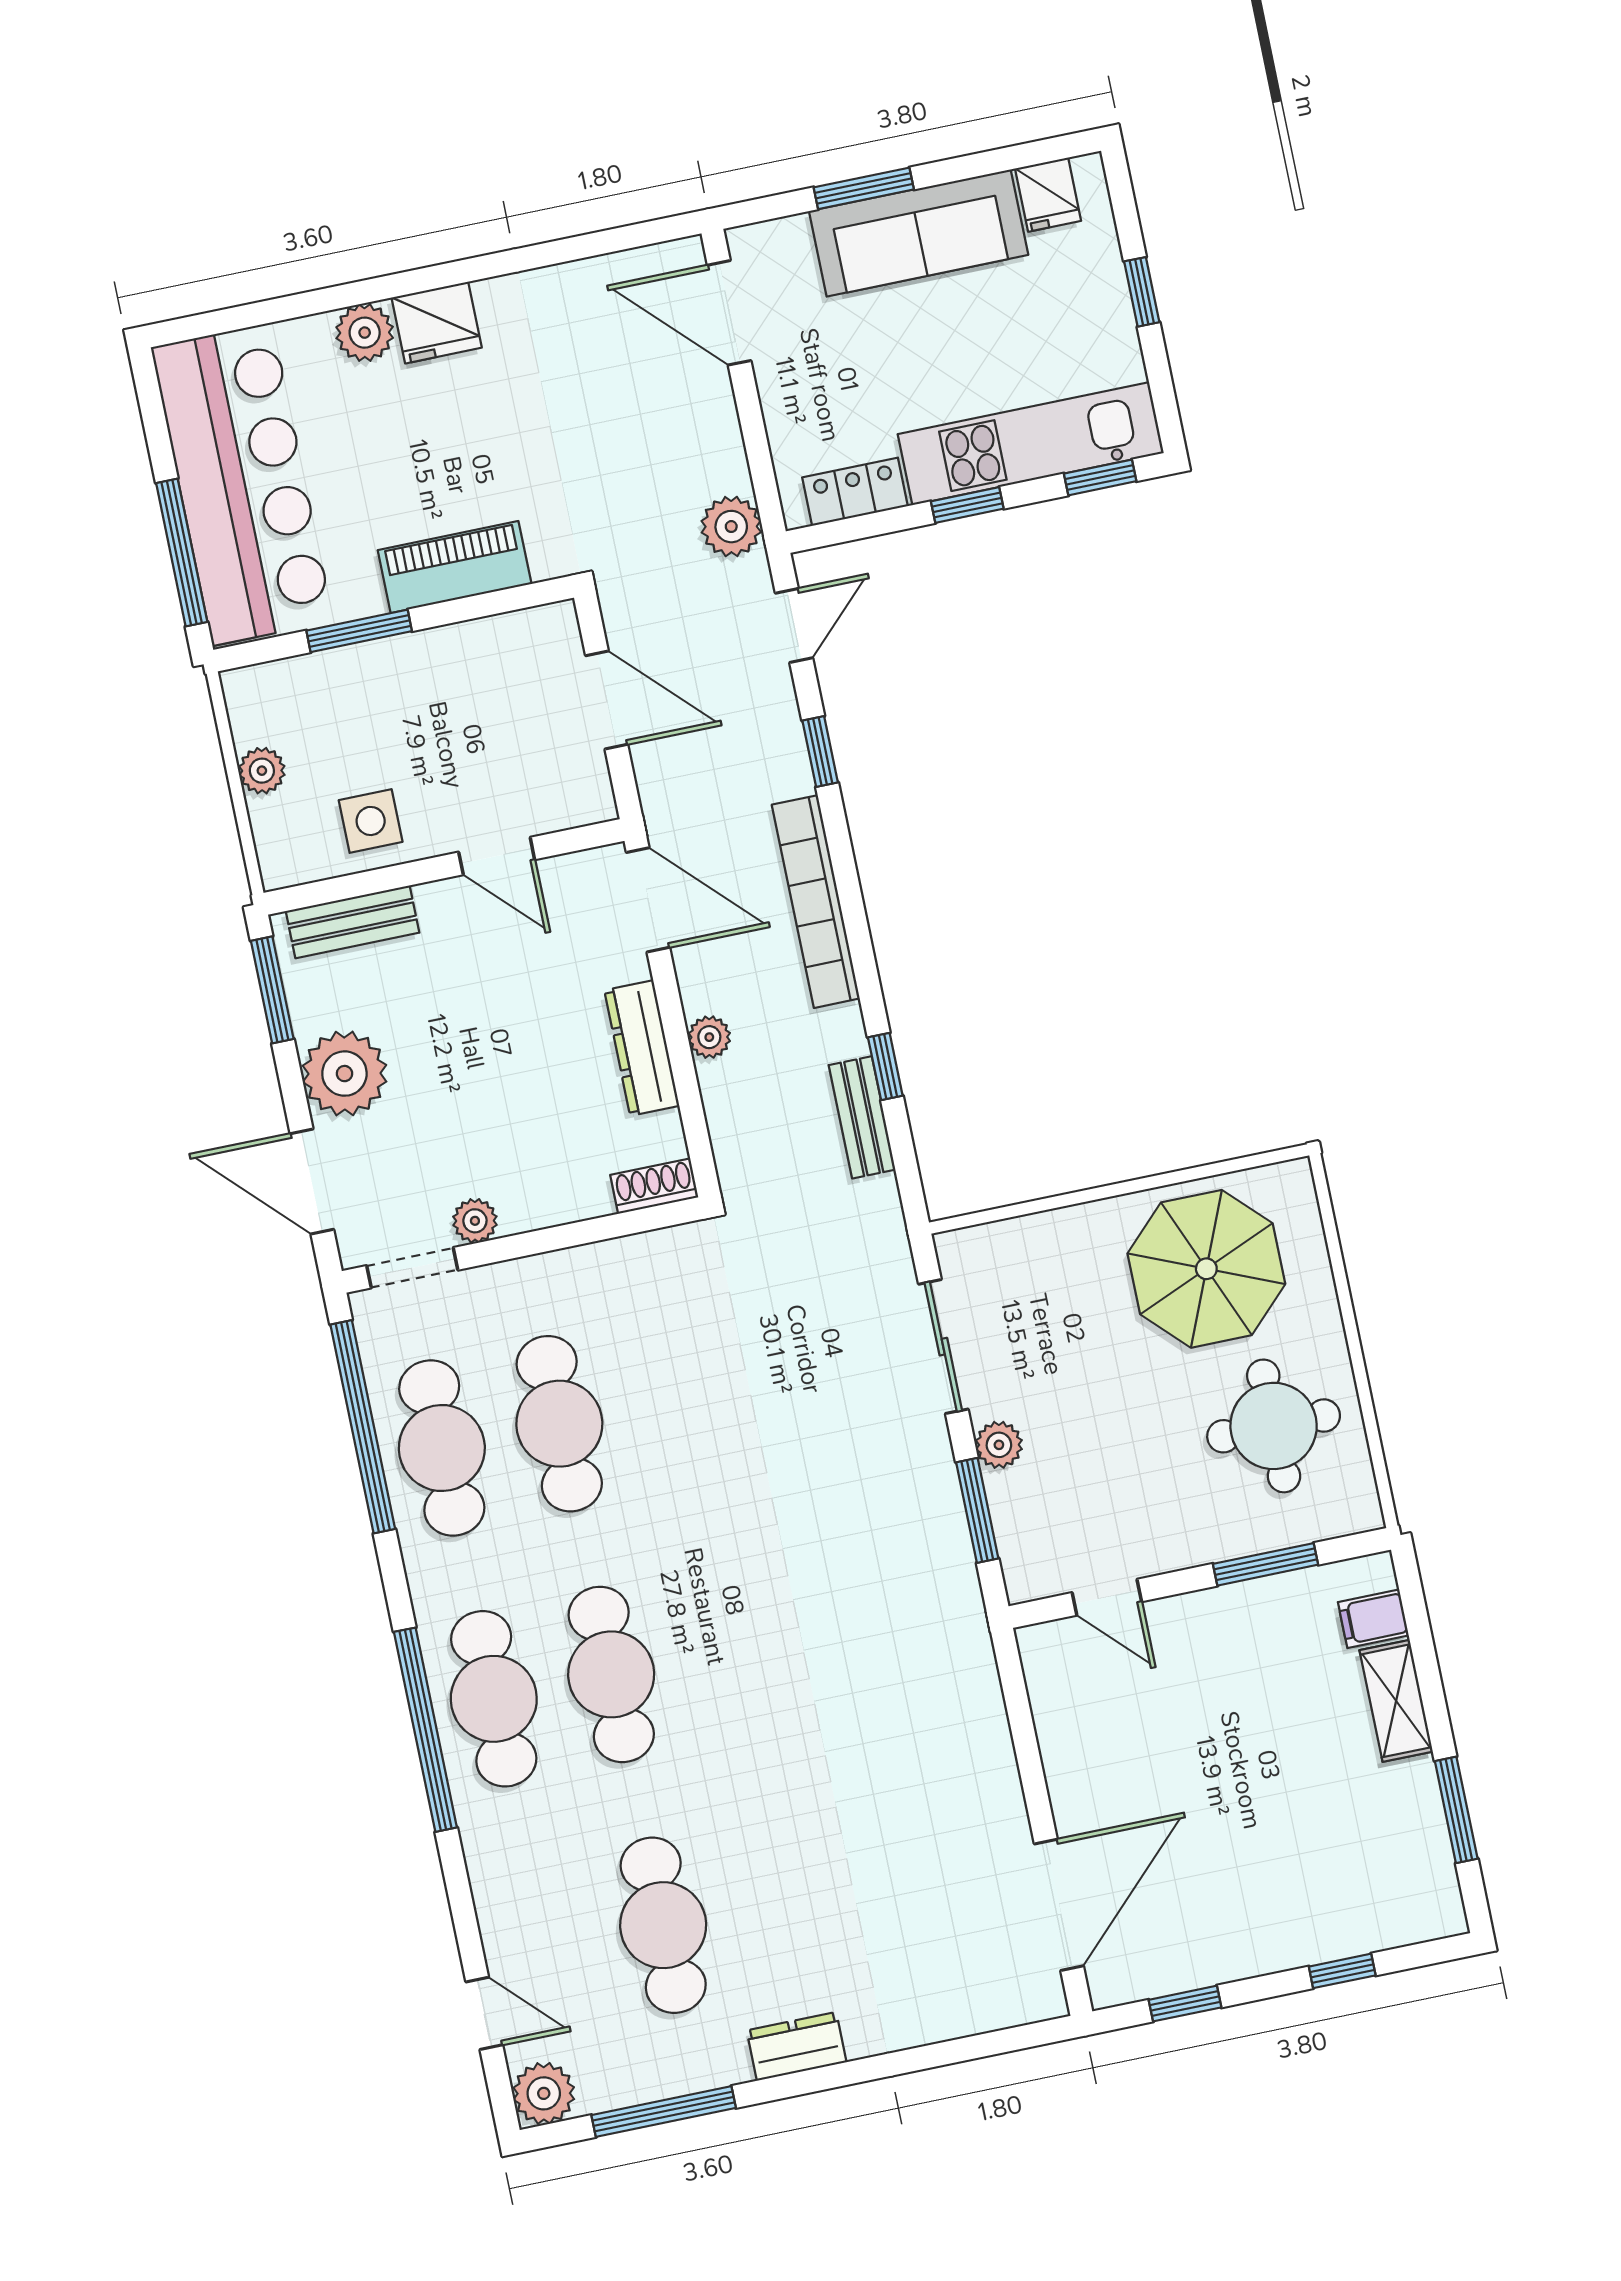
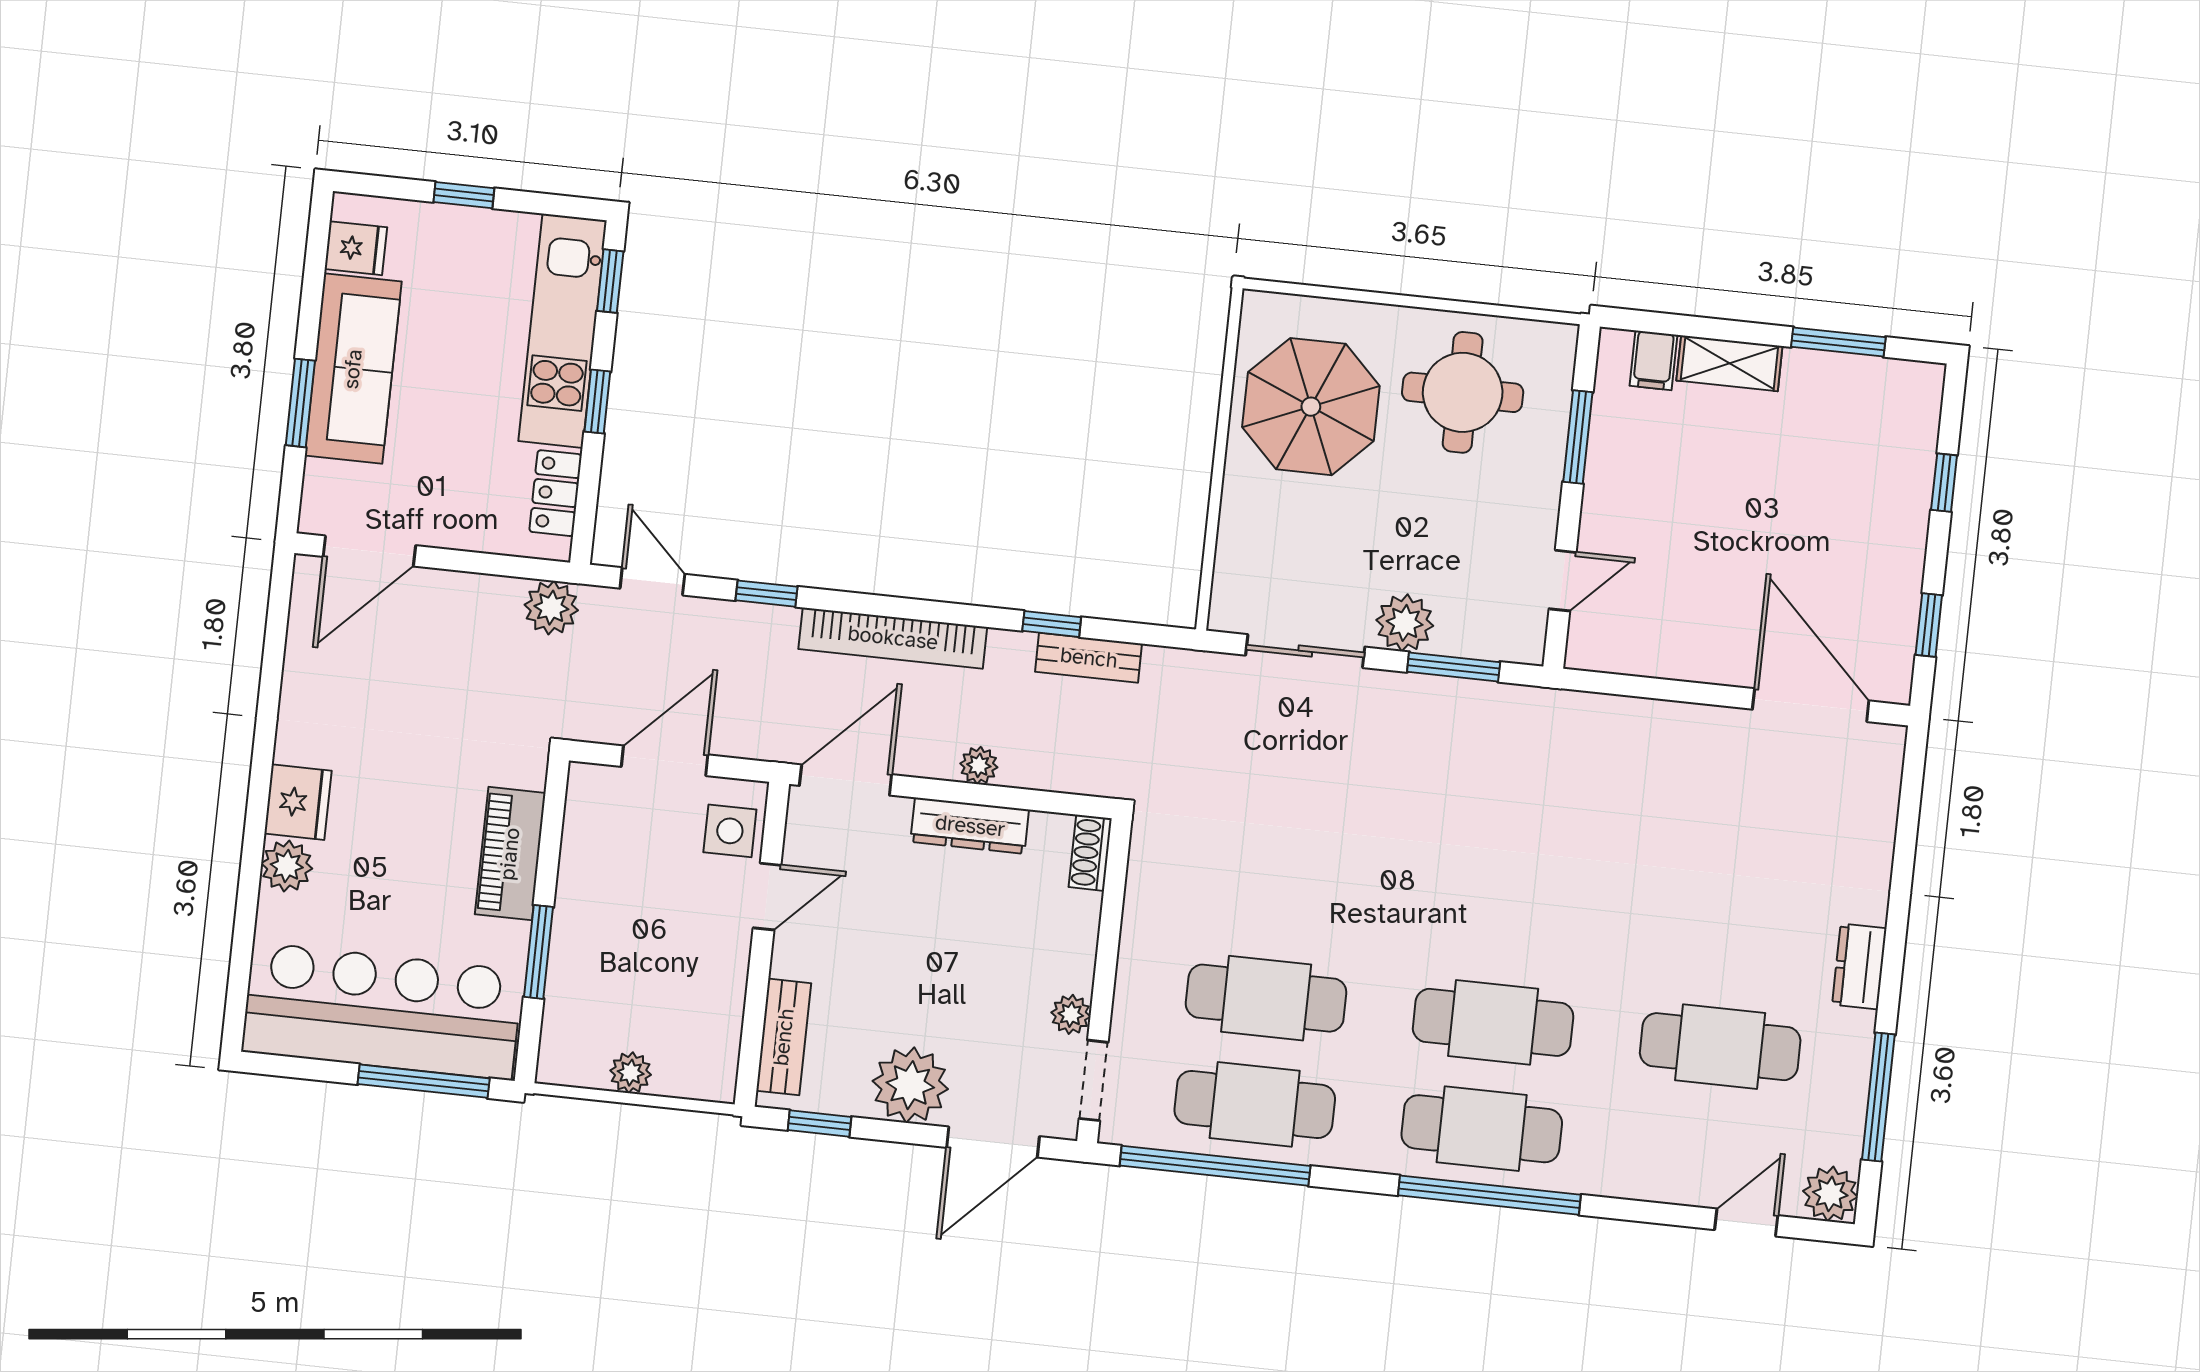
side table: (371, 821) -> (730, 831), moved
window: (272, 990) -> (819, 1124), width x0.67
plant: (999, 1445) -> (1405, 623), width x1.38, depth x1.38

